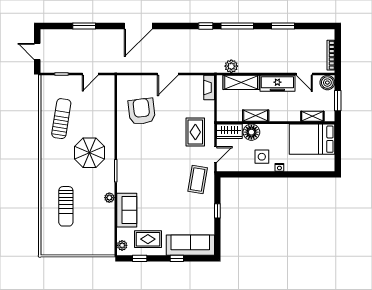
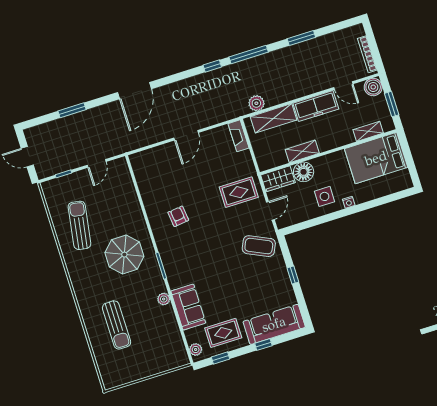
armchair: (142, 111) -> (178, 216), moved, width x0.53, depth x0.53
rug: (195, 132) -> (239, 192), turned 90
coffee table: (198, 180) -> (259, 246), turned -75

